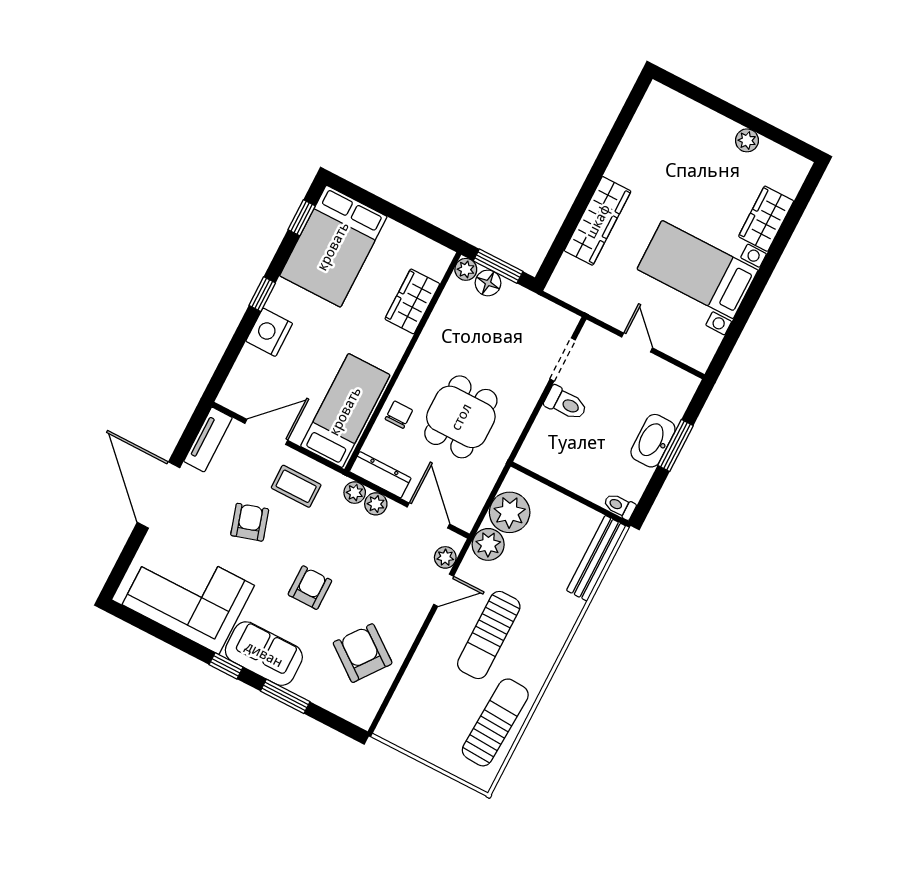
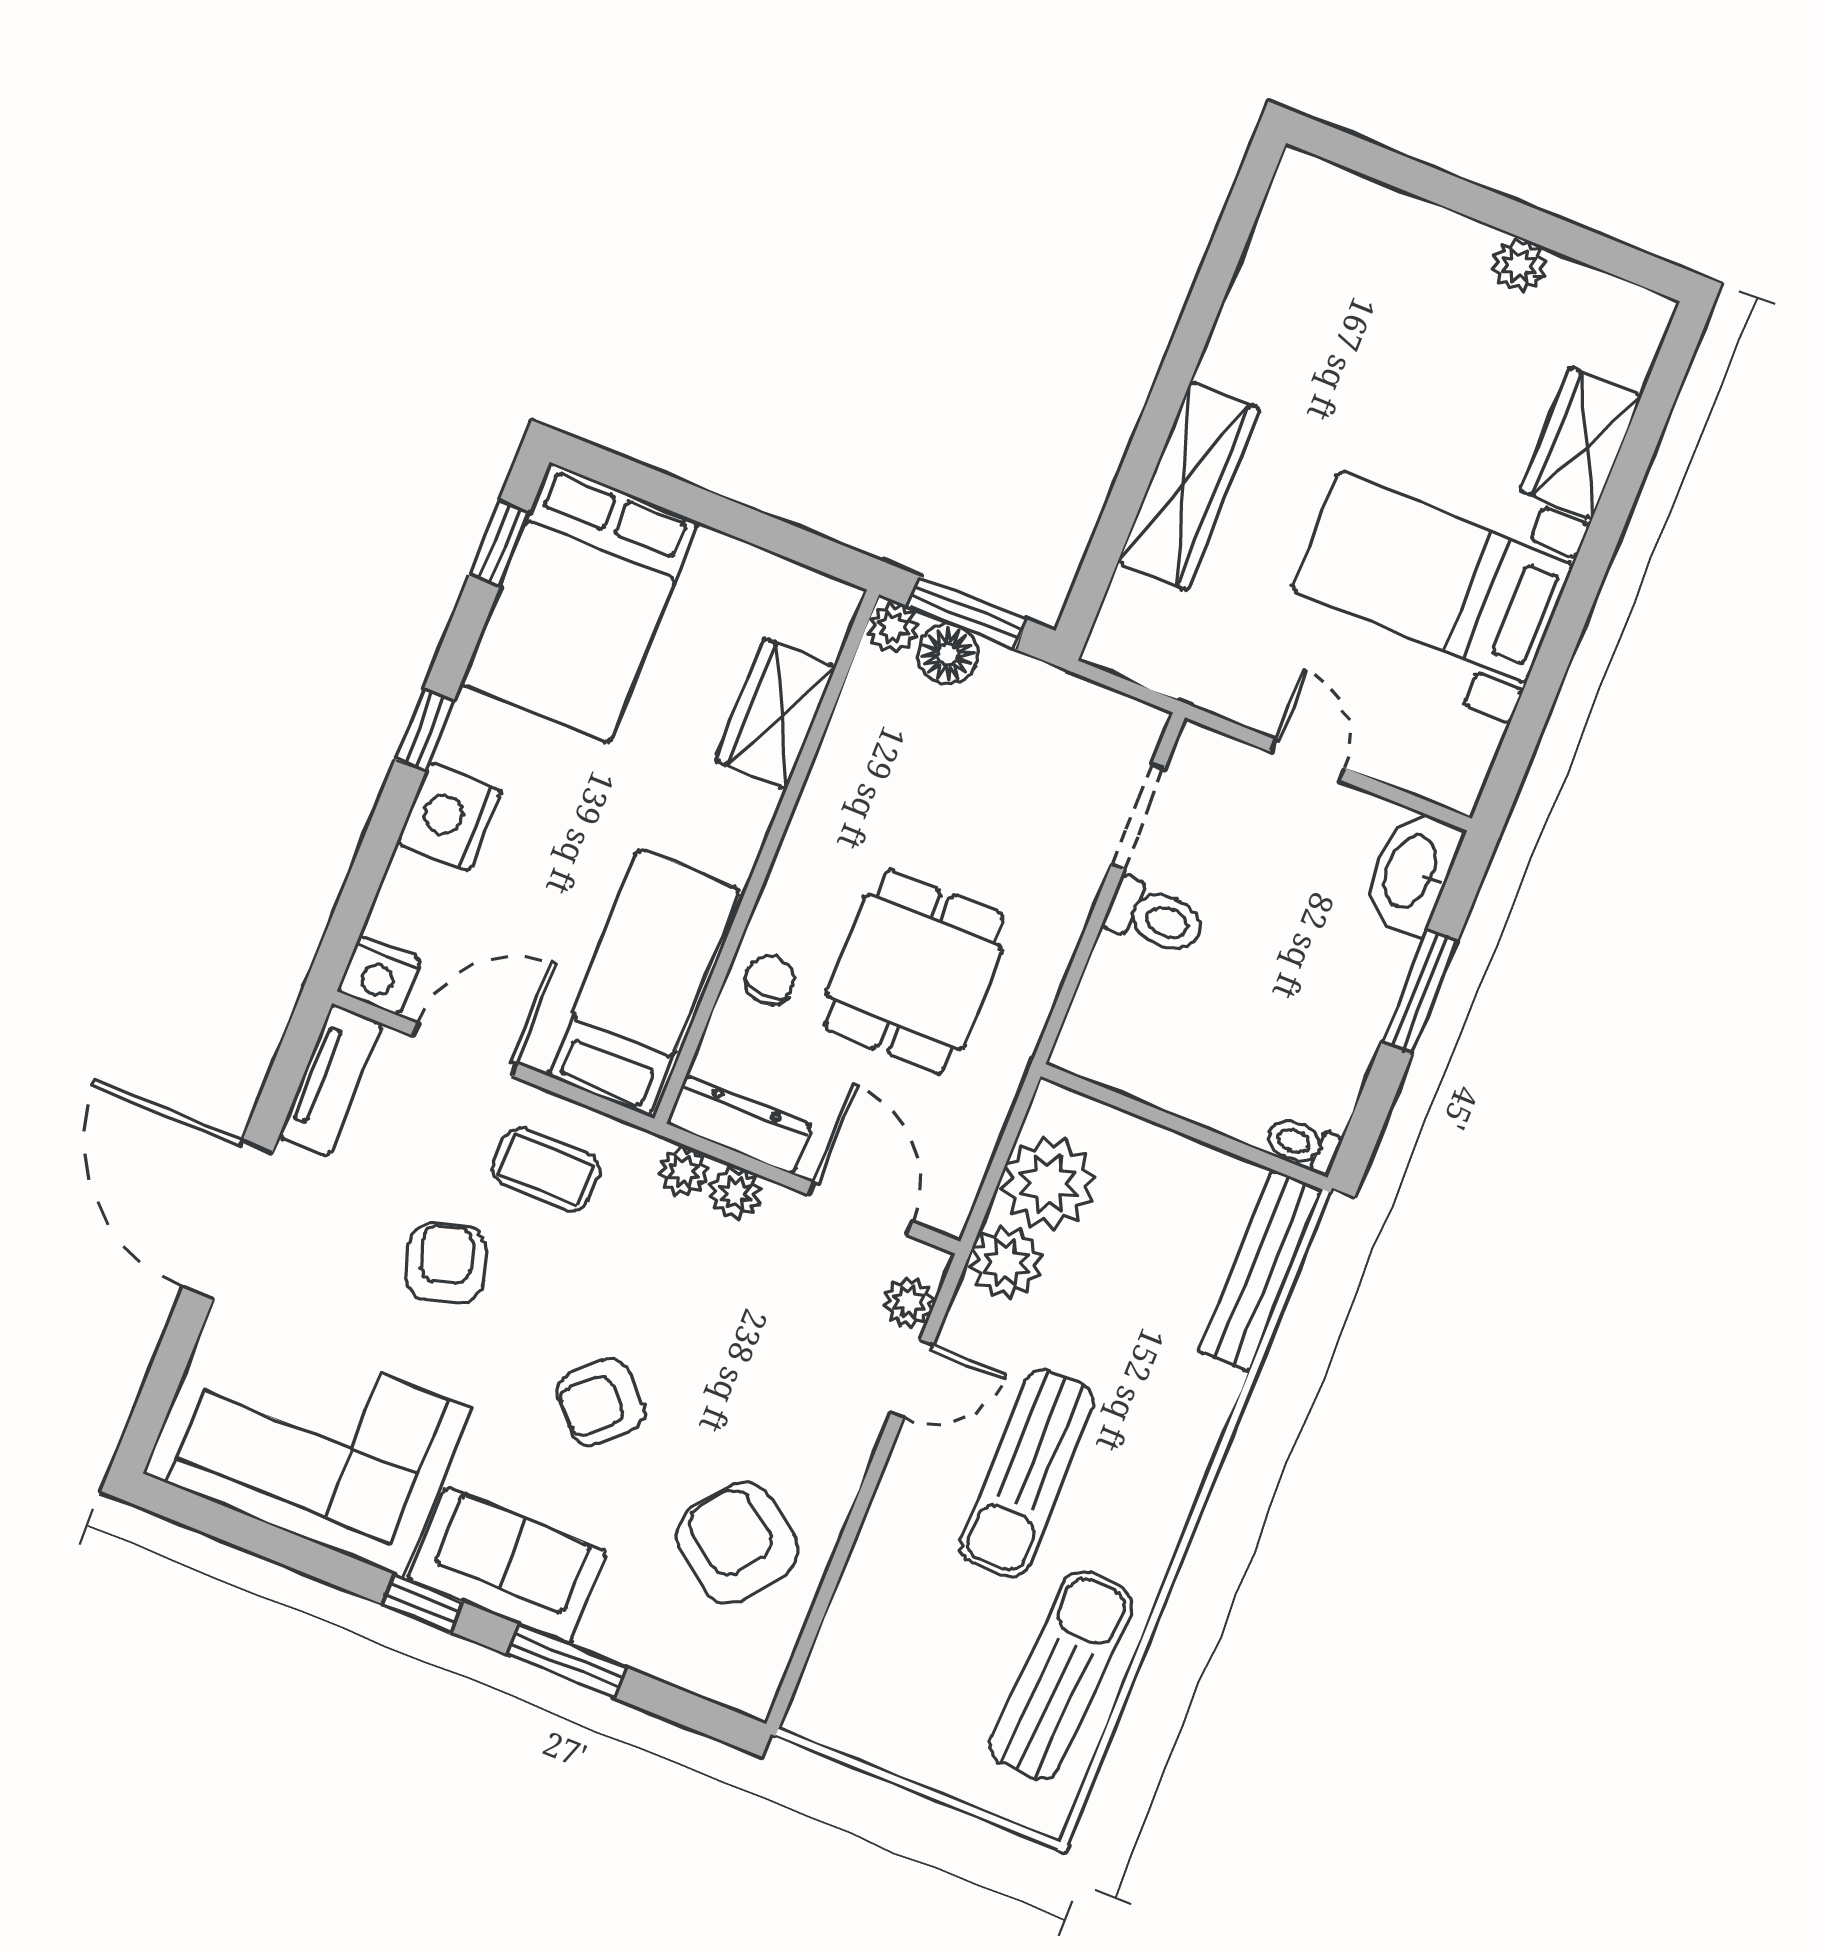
nightstand: (233, 397) -> (379, 975), added
washbasin: (653, 441) -> (1412, 872), moved
armchair: (310, 588) -> (600, 1402), turned -133

